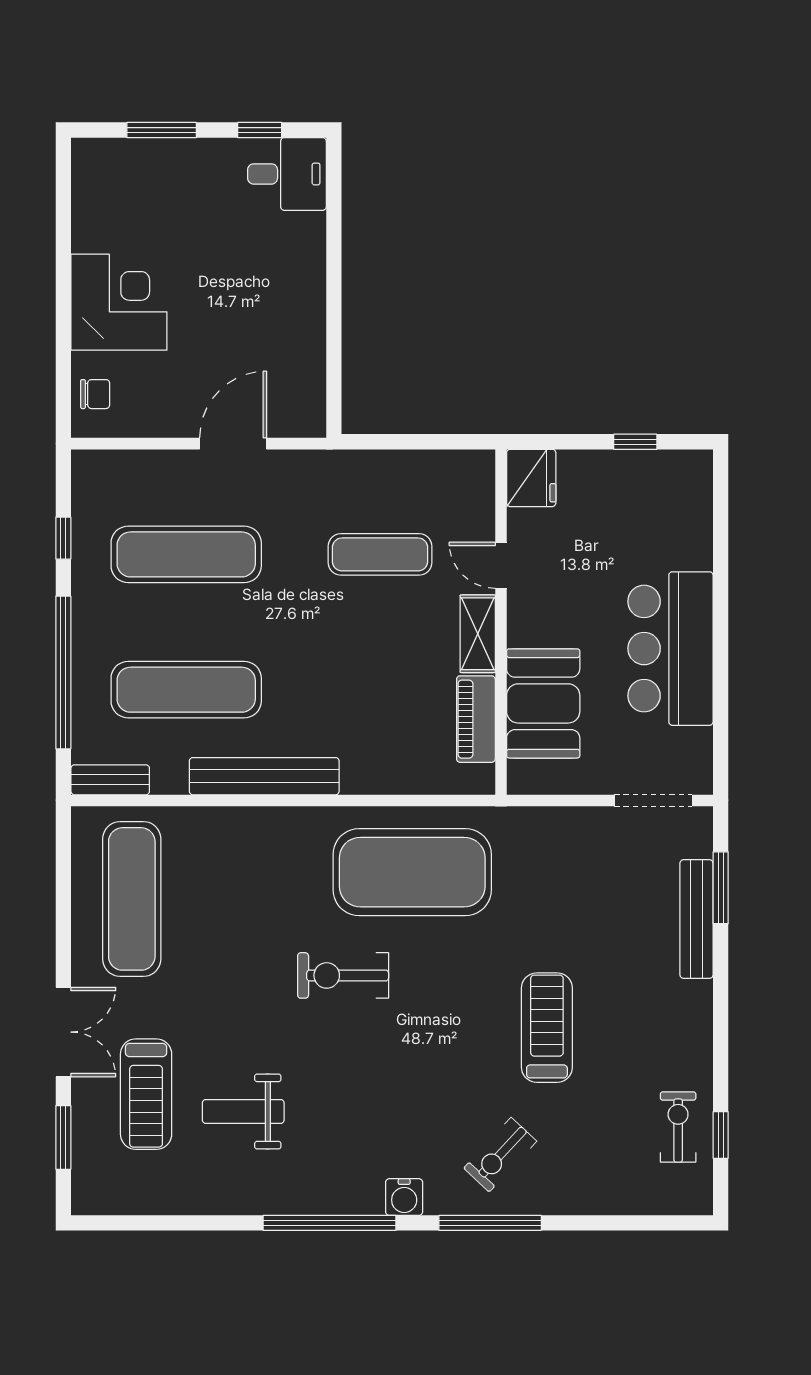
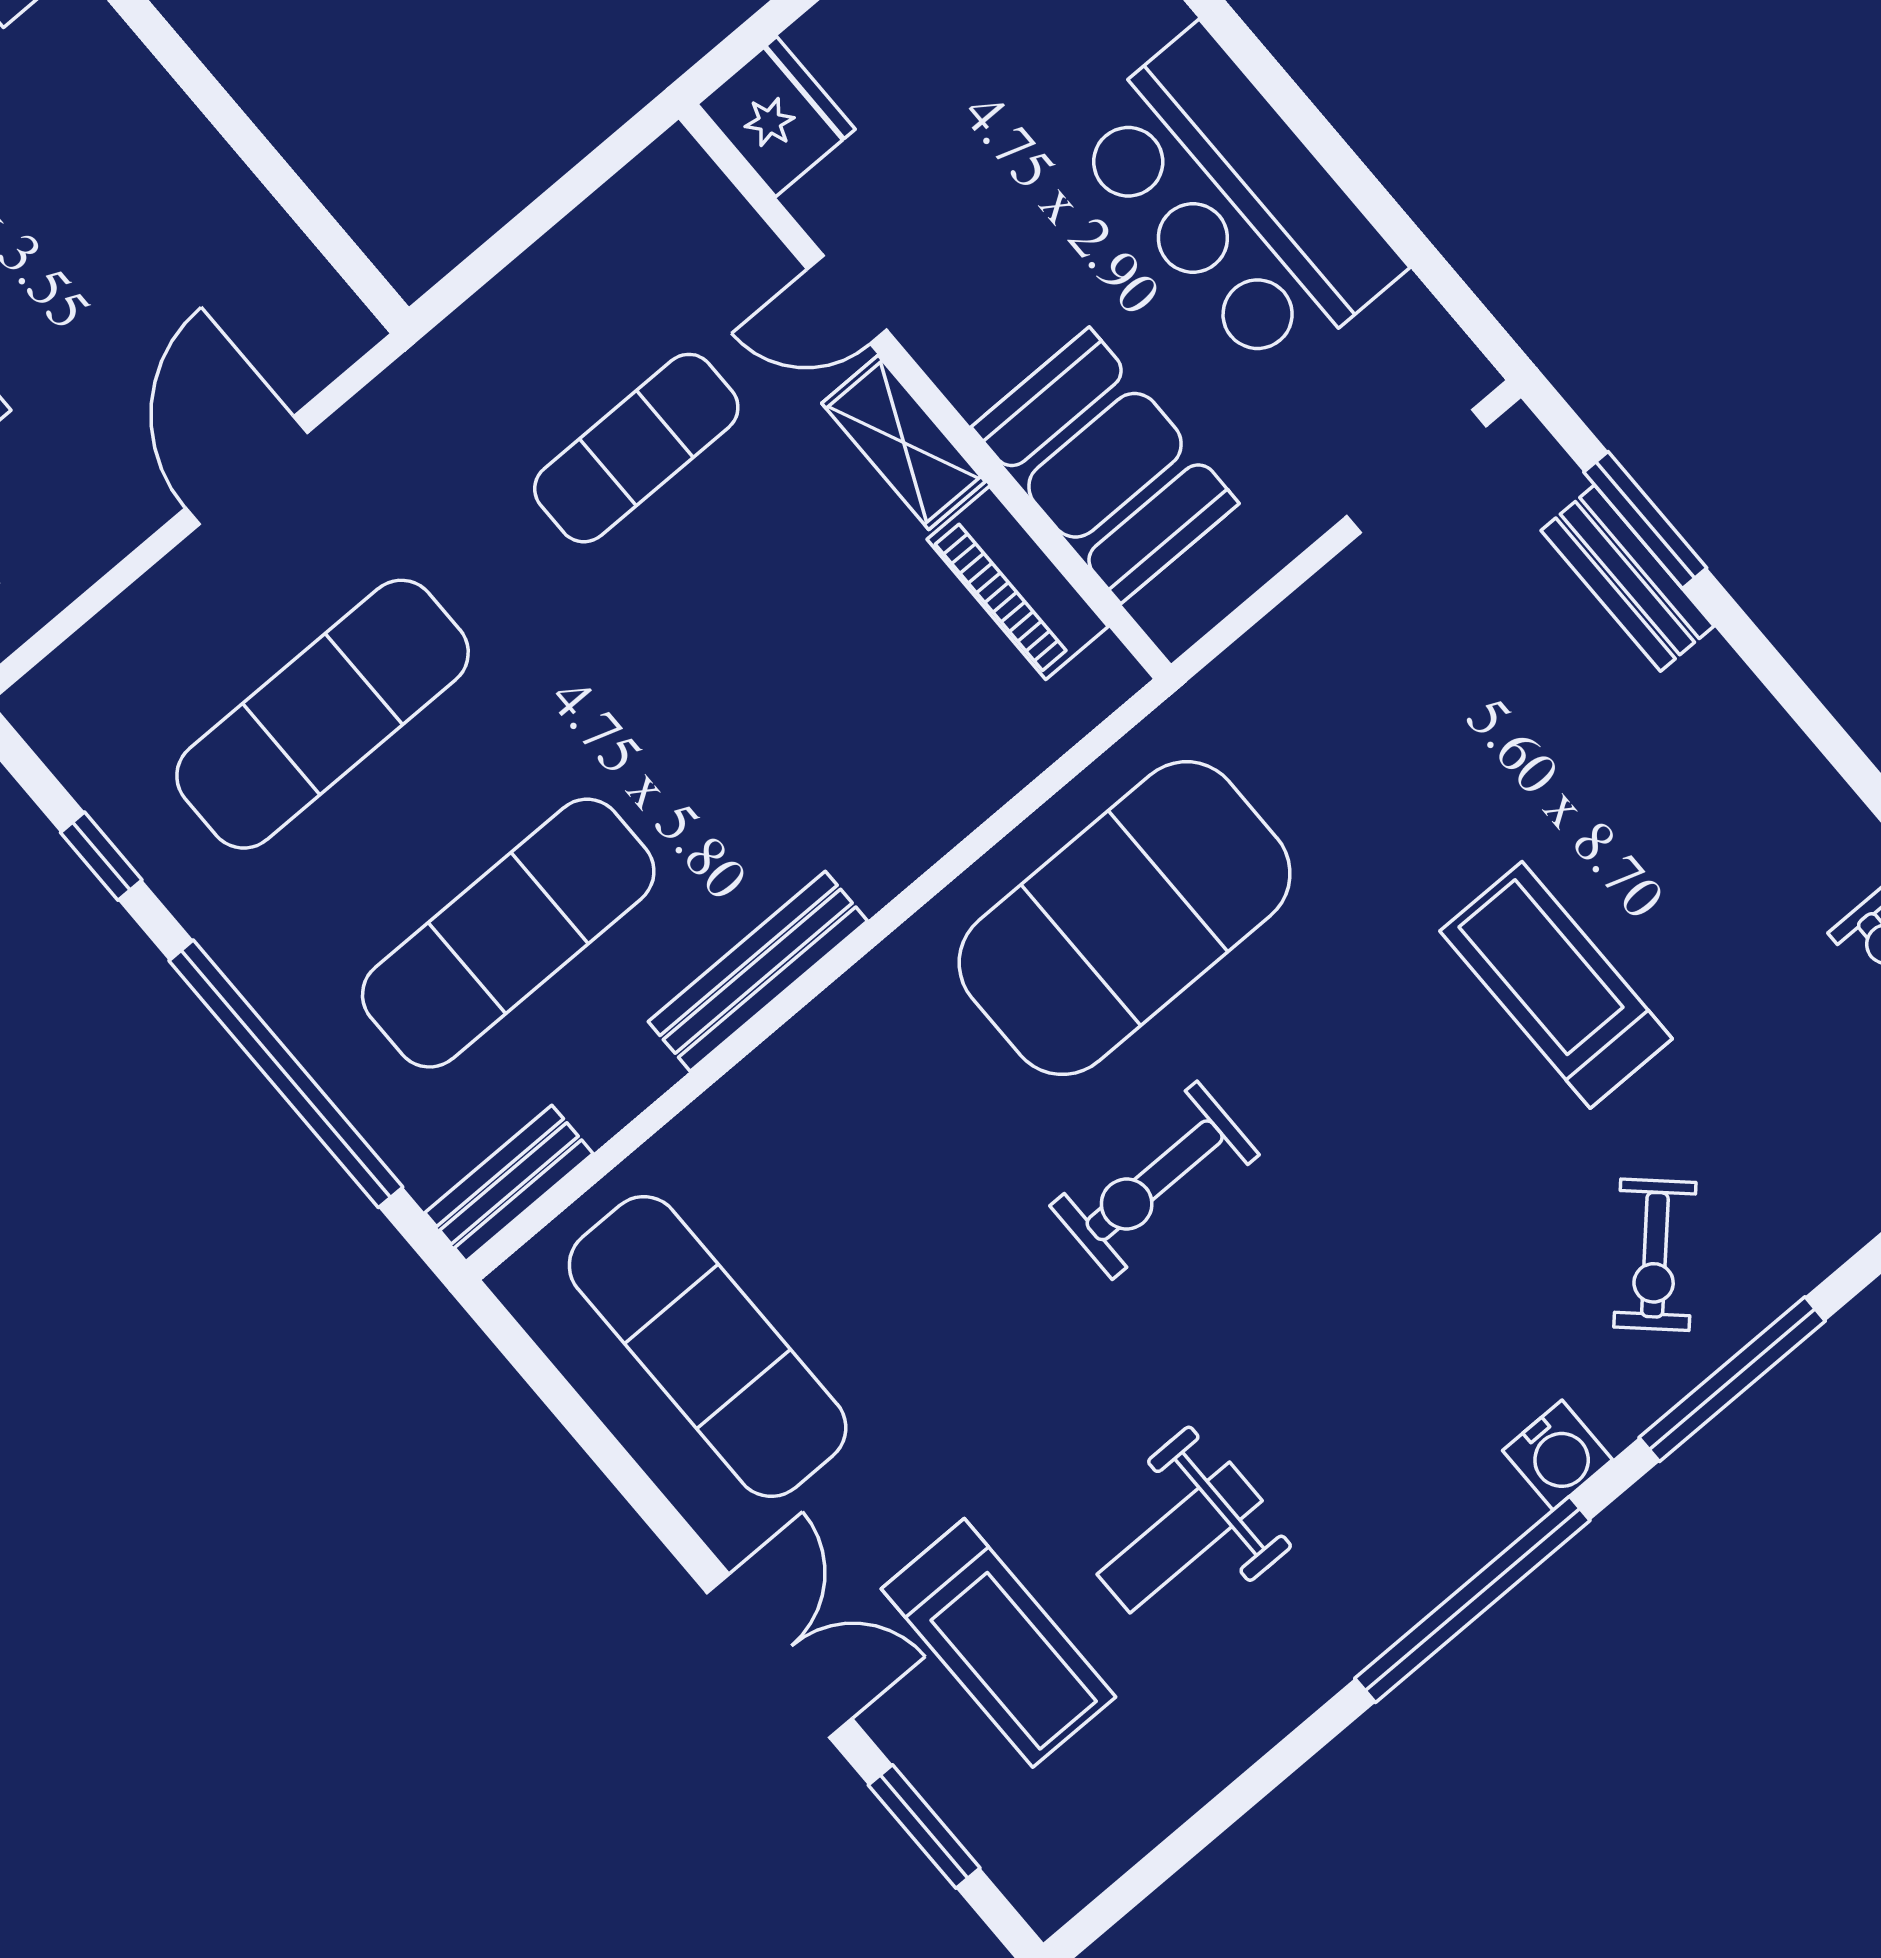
bench: (264, 776) -> (758, 971), width x0.73, depth x0.82
bench: (697, 919) -> (1627, 578), width x0.73

